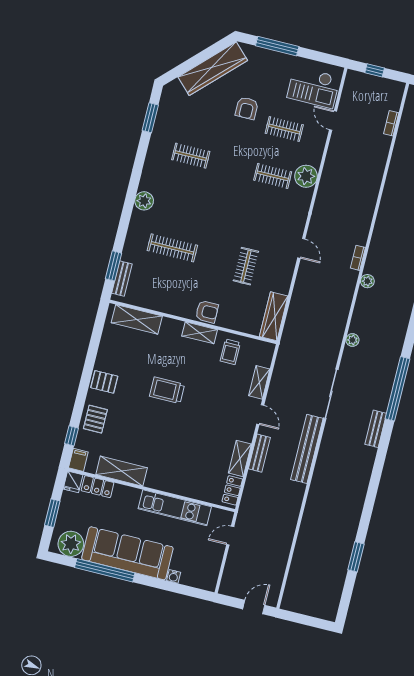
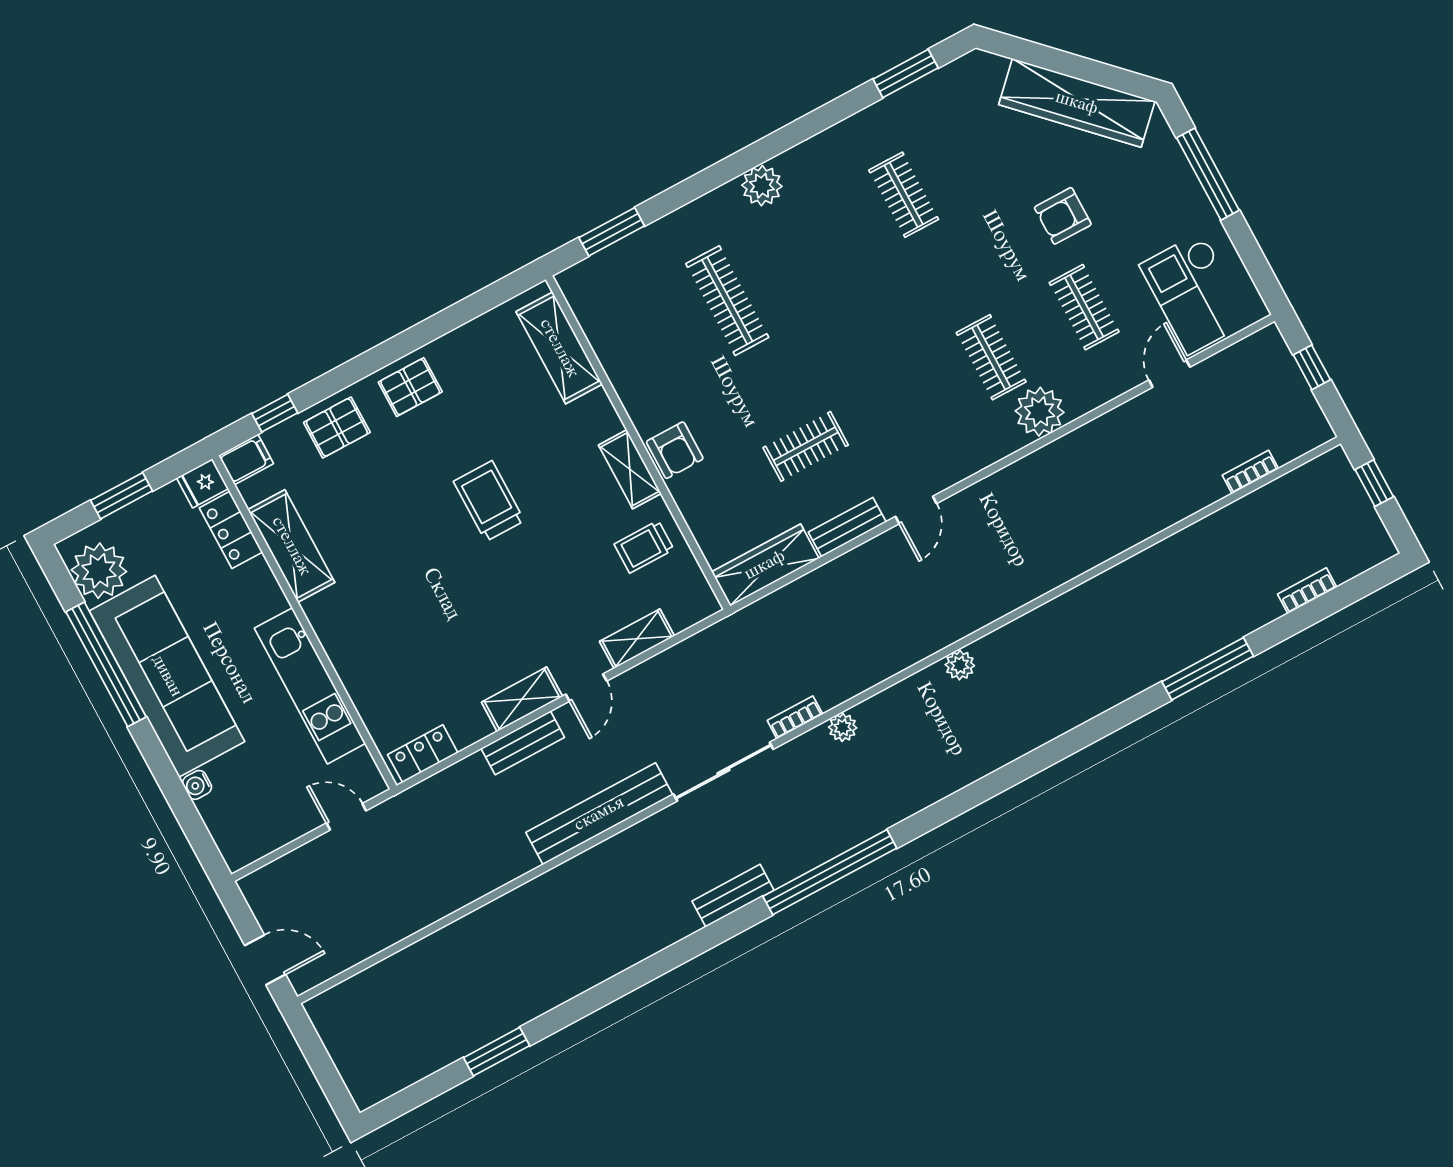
bookcase: (358, 258) -> (795, 717), moved
bench: (122, 279) -> (847, 527), moved
pallet: (104, 382) -> (410, 387), turned 90
shelving: (240, 459) -> (522, 699), moved

